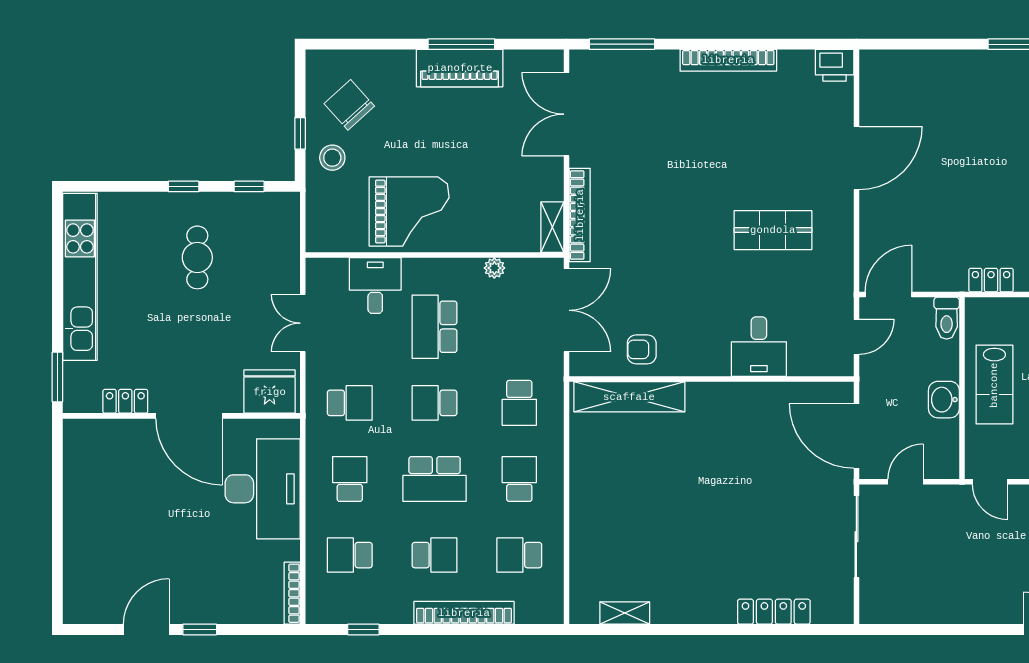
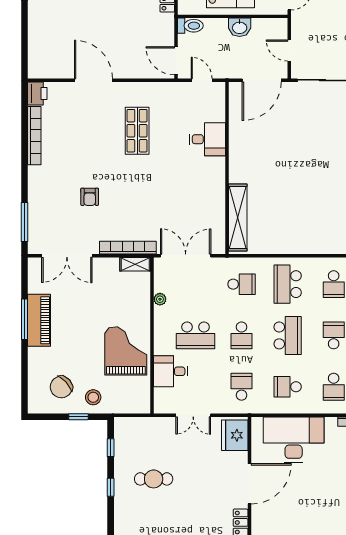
bookcase: (728, 60) -> (34, 136), moved
armchair: (642, 349) -> (90, 197), moved
school desk: (519, 479) -> (288, 284), width x1.85

